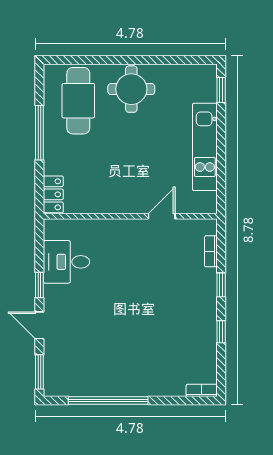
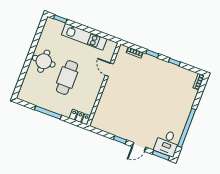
cafe table: (78, 101) -> (67, 78), moved, turned 90
desk: (66, 262) -> (167, 143), moved

